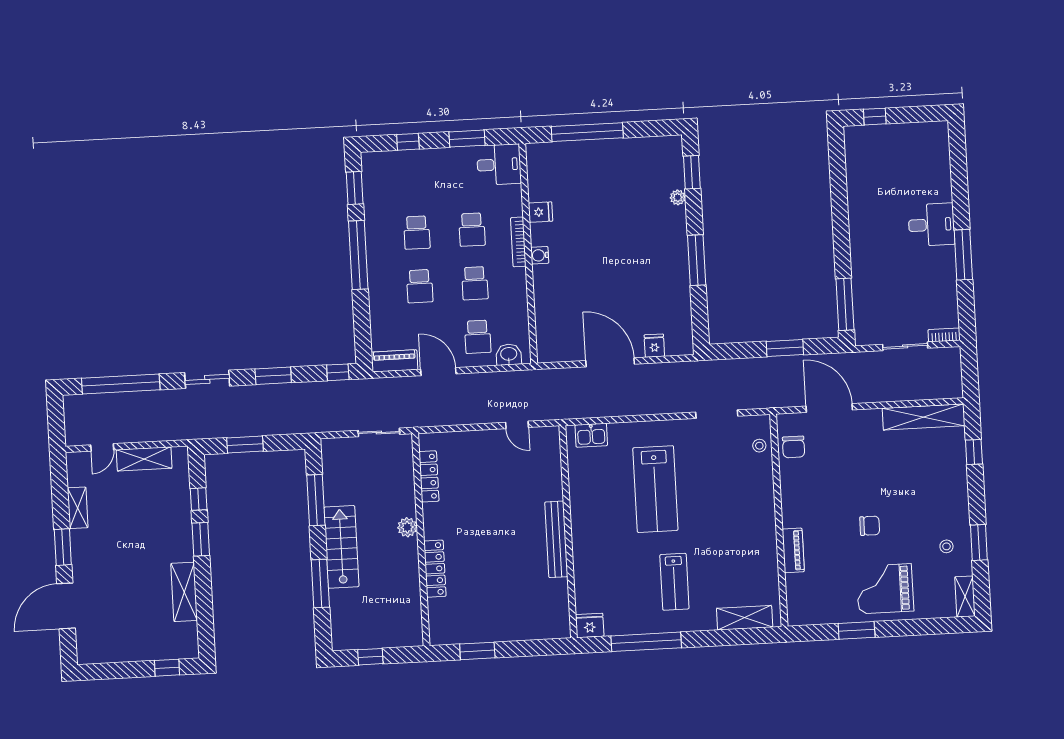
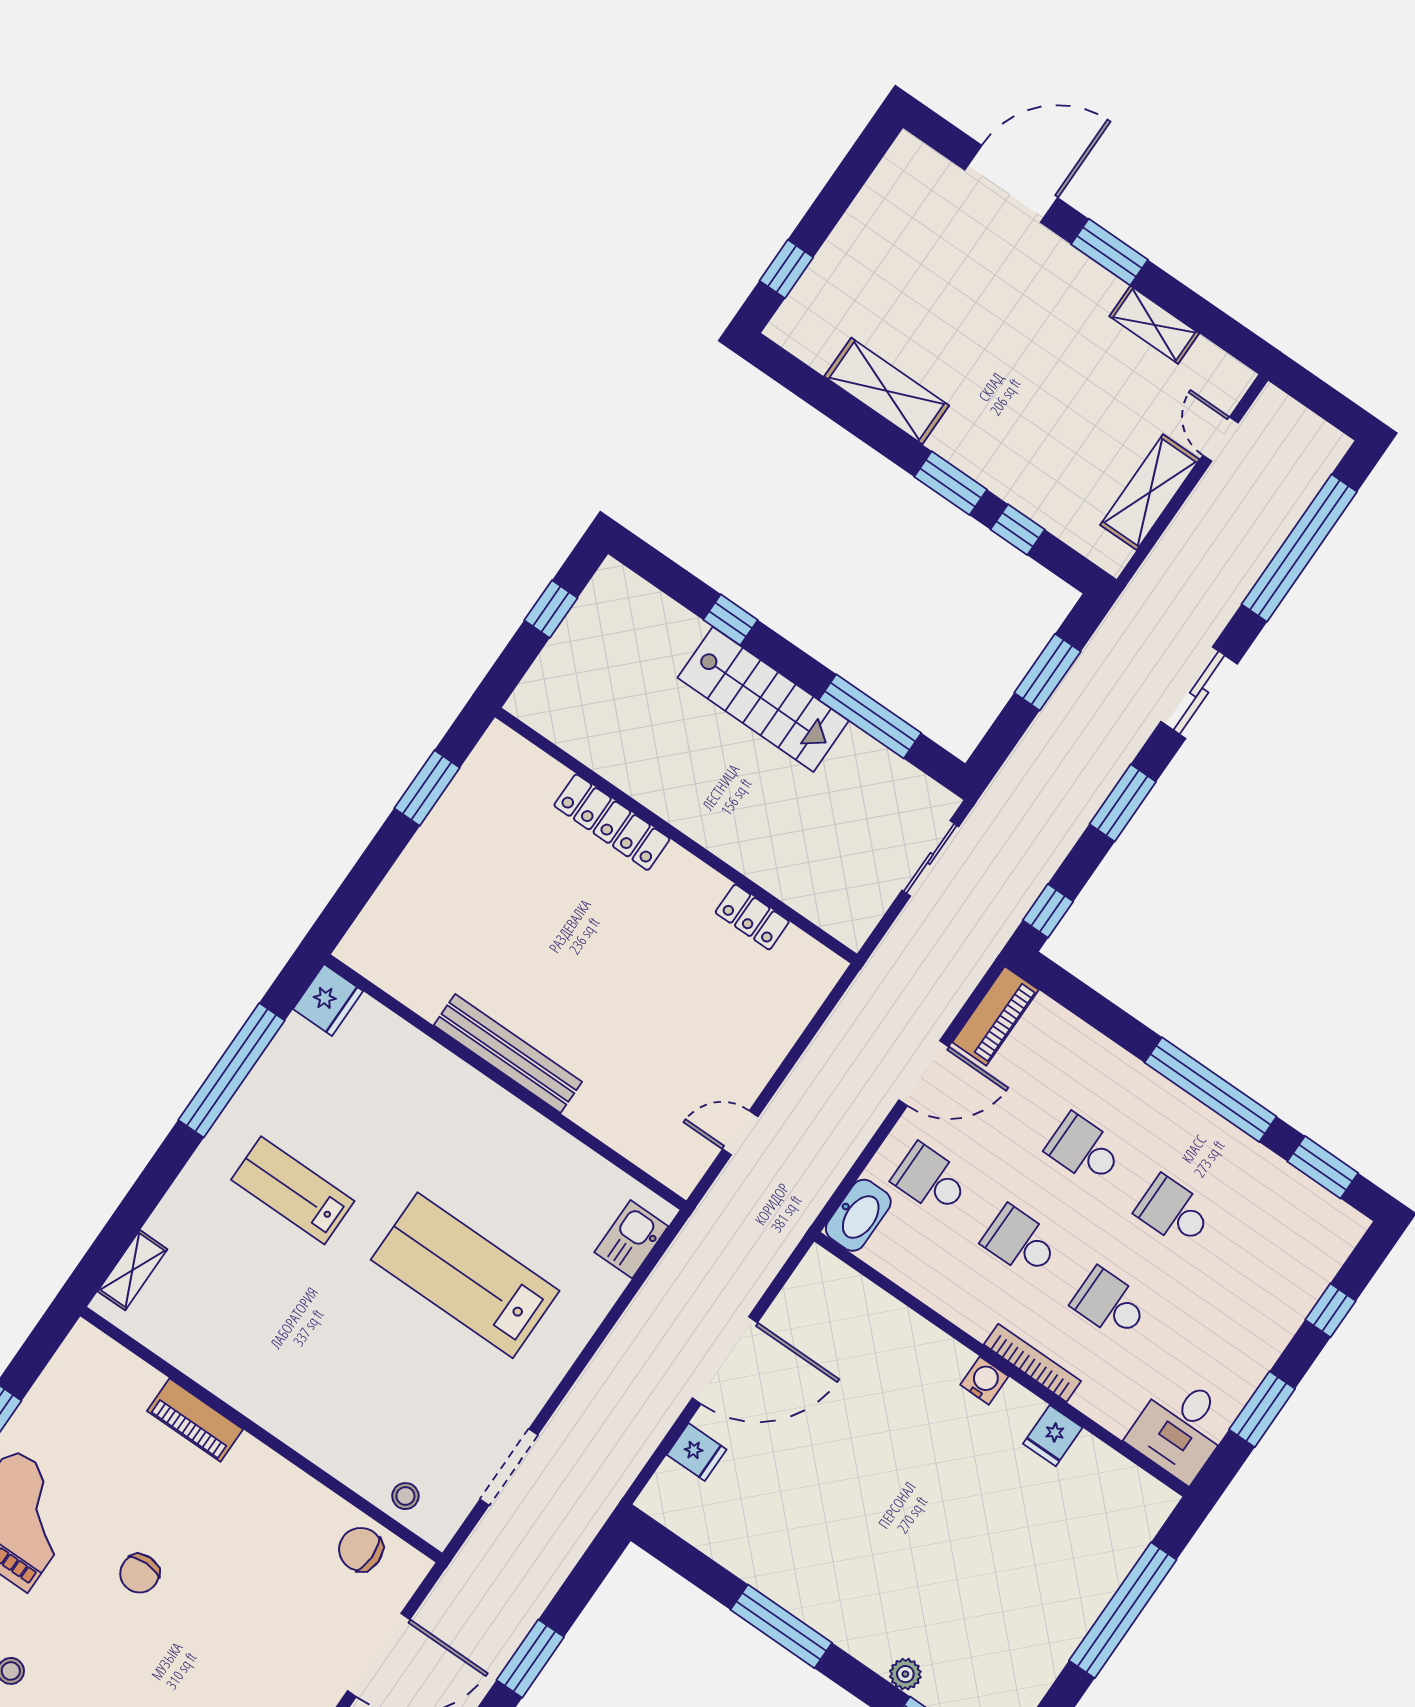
washbasin: (509, 354) -> (858, 1215), width x1.38
sliding door: (379, 432) -> (930, 858), moved
locker: (429, 476) -> (752, 917), width x0.66
plant: (407, 527) -> (713, 829), removed
window: (320, 584) -> (731, 620), width x0.46
door: (66, 606) -> (1011, 184), hinge flipped
shelving: (745, 618) -> (132, 1270), width x0.67, depth x0.75

